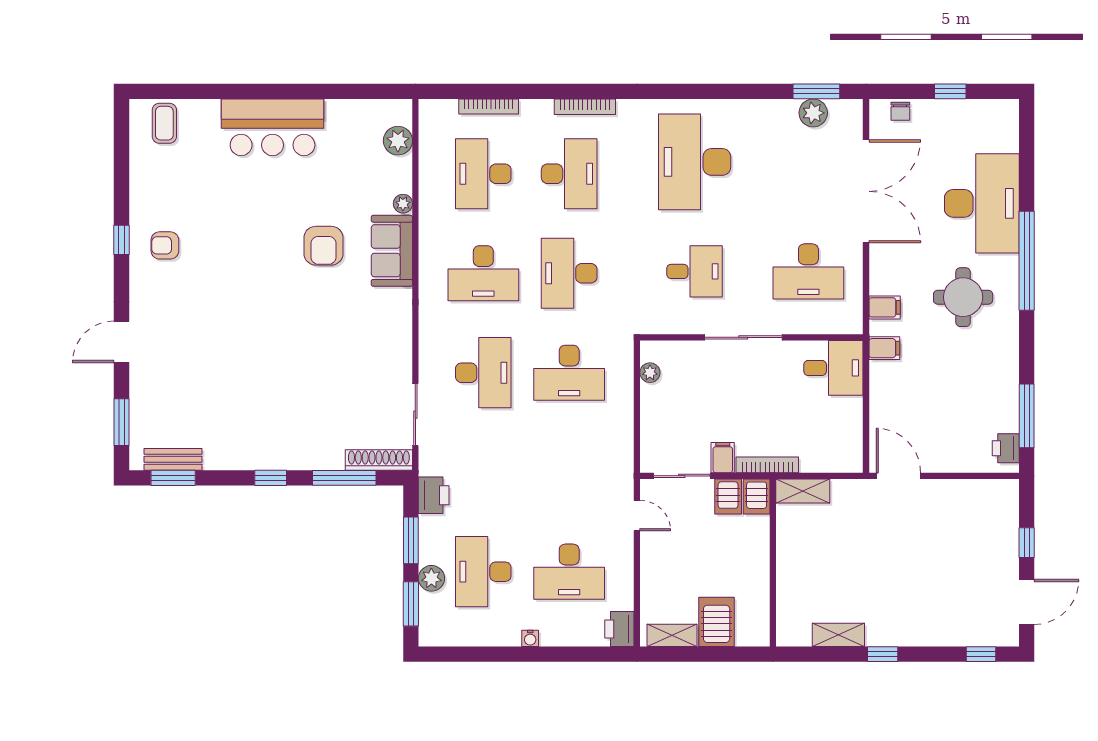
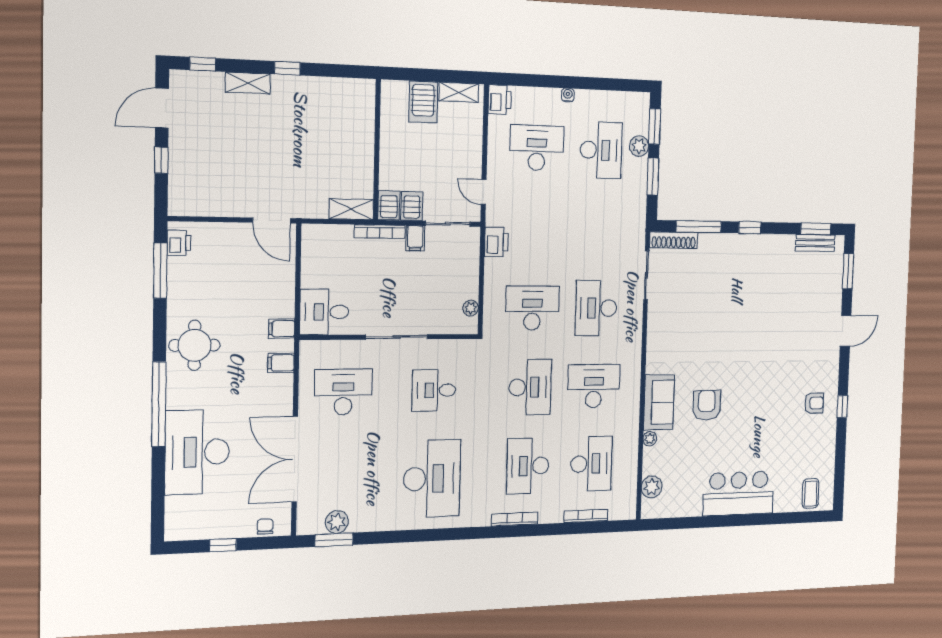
round table: (963, 297) -> (194, 345), moved
printer: (434, 495) -> (496, 242), moved, turned 180
shelving: (838, 635) -> (248, 83), moved

